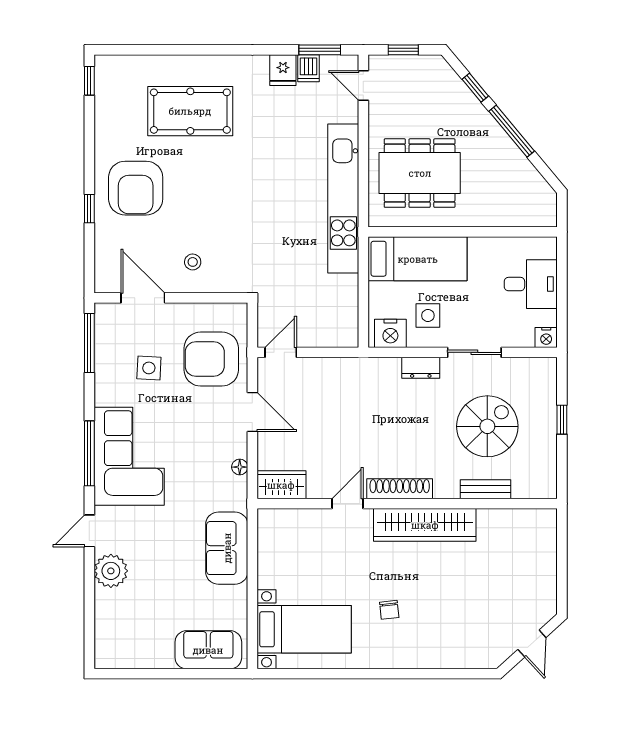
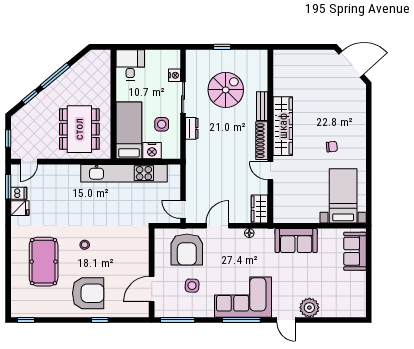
kitchen unit: (343, 199) -> (124, 173), moved
stool: (193, 262) -> (85, 245), moved
desk: (531, 284) -> (130, 65), moved
nightstand: (390, 333) -> (152, 151), moved, turned 90
nightstand: (546, 337) -> (174, 75), moved
spiral stairs: (487, 426) -> (226, 90), turned 90
bench: (485, 489) -> (262, 106), moved
door: (532, 643) -> (351, 64), width x1.88

